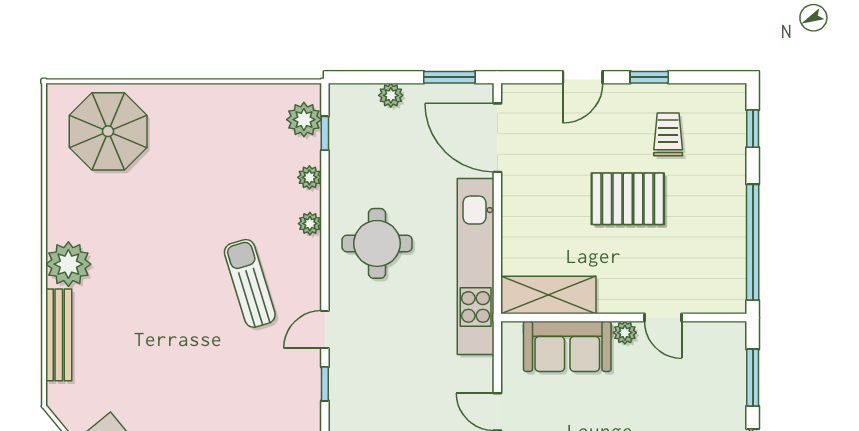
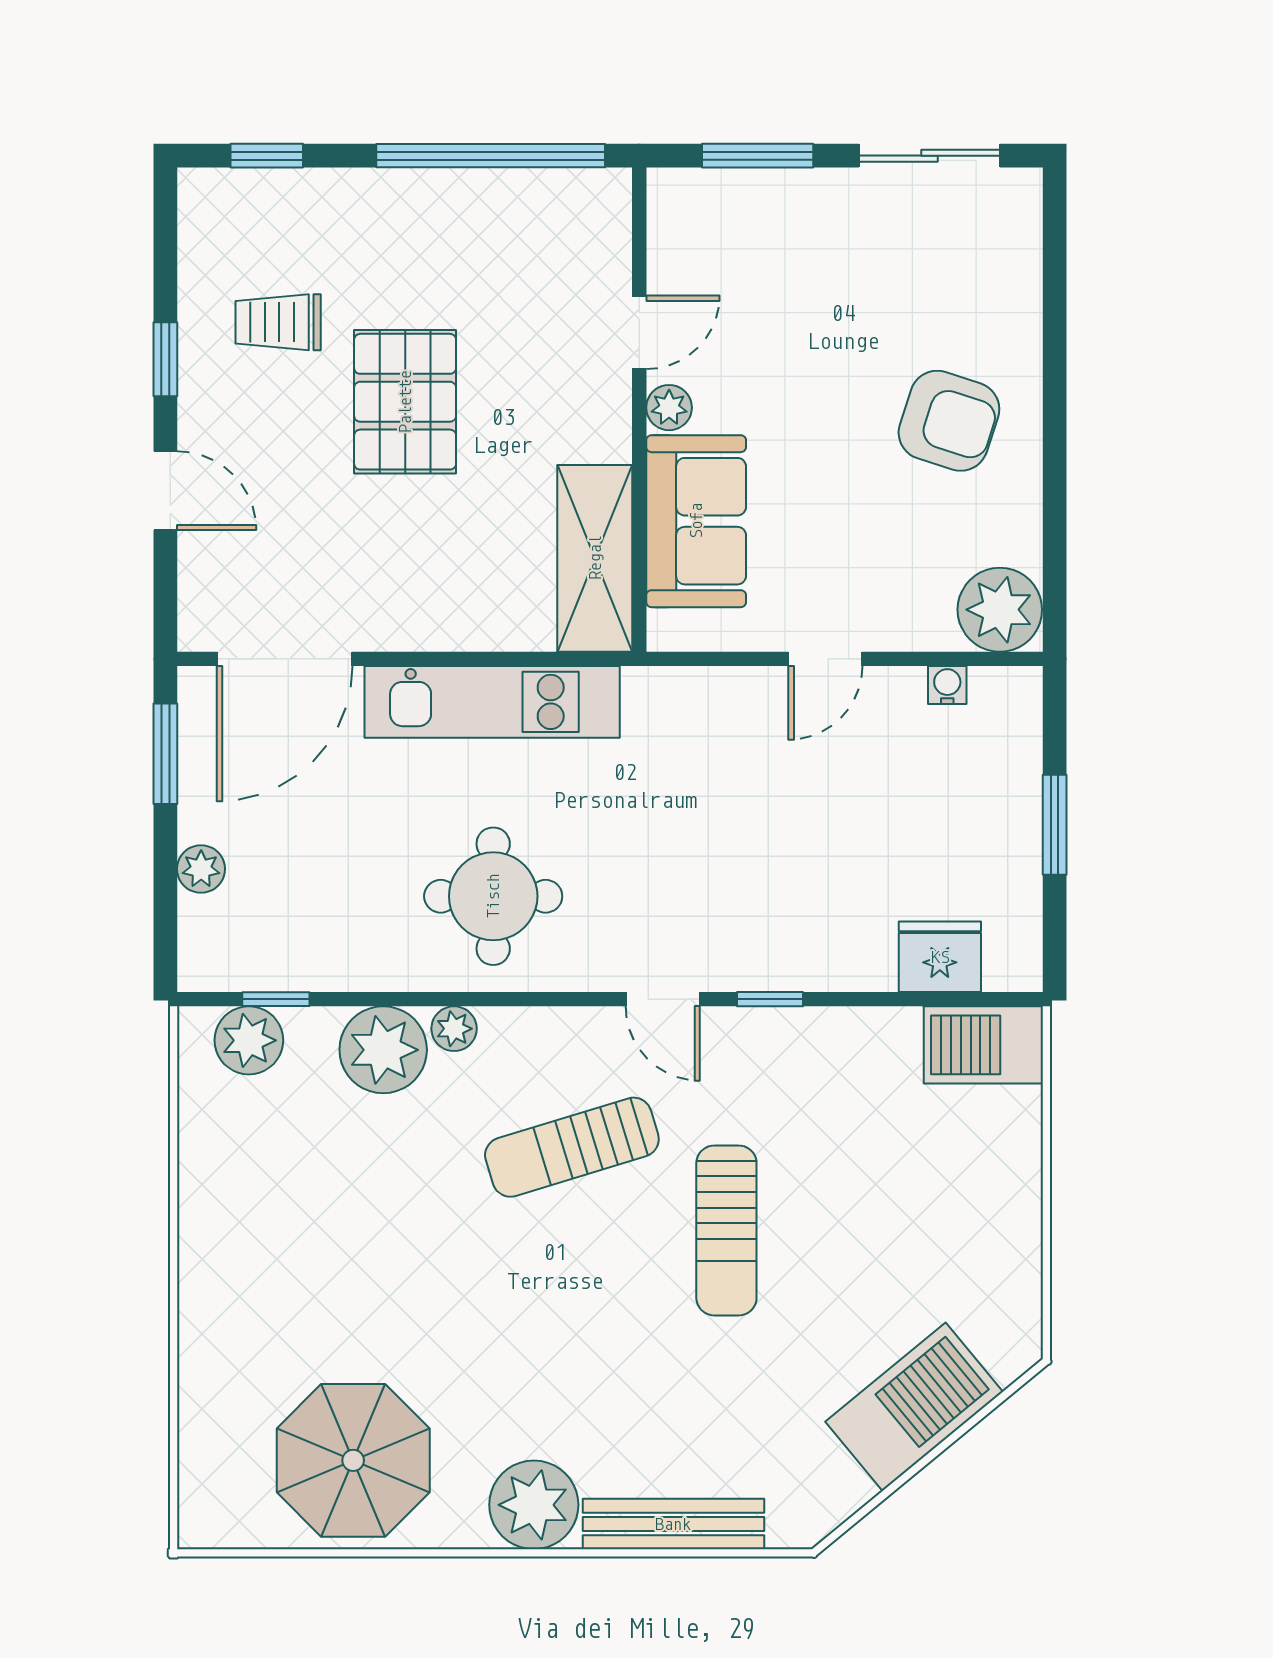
parasol: (108, 131) -> (353, 1460), moved
plant: (309, 177) -> (383, 1050), width x1.87, depth x1.87
kitchen unit: (476, 266) -> (492, 702), width x0.73
sun lounger: (208, 362) -> (726, 1230), added

